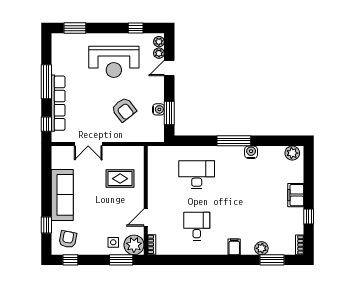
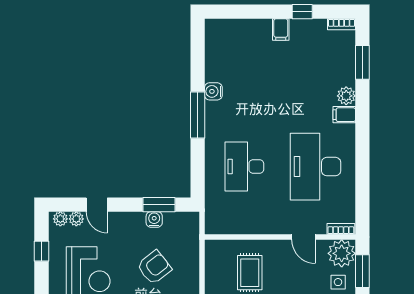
plant: (292, 153) -> (214, 34), removed
filing cabinet: (296, 195) -> (281, 30), width x0.50
desk: (197, 226) -> (316, 167), width x1.87, depth x1.30
plant: (261, 248) -> (346, 96), moved

